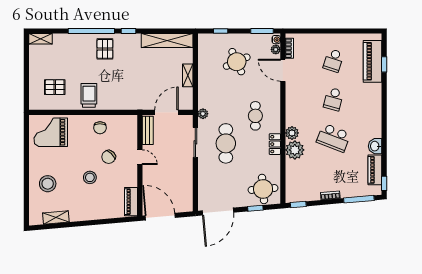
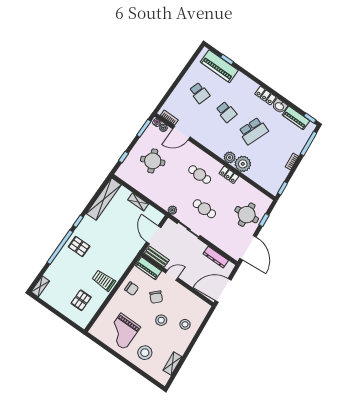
locker: (376, 125) -> (265, 96), added
grand piano: (51, 132) -> (123, 331), moved
cafe table: (226, 143) -> (204, 209), width x0.73, depth x0.74
dresser: (187, 187) -> (216, 257), added
round table: (263, 189) -> (247, 215), moved
piano: (131, 202) -> (148, 268), moved
stool: (102, 203) -> (185, 324), added

